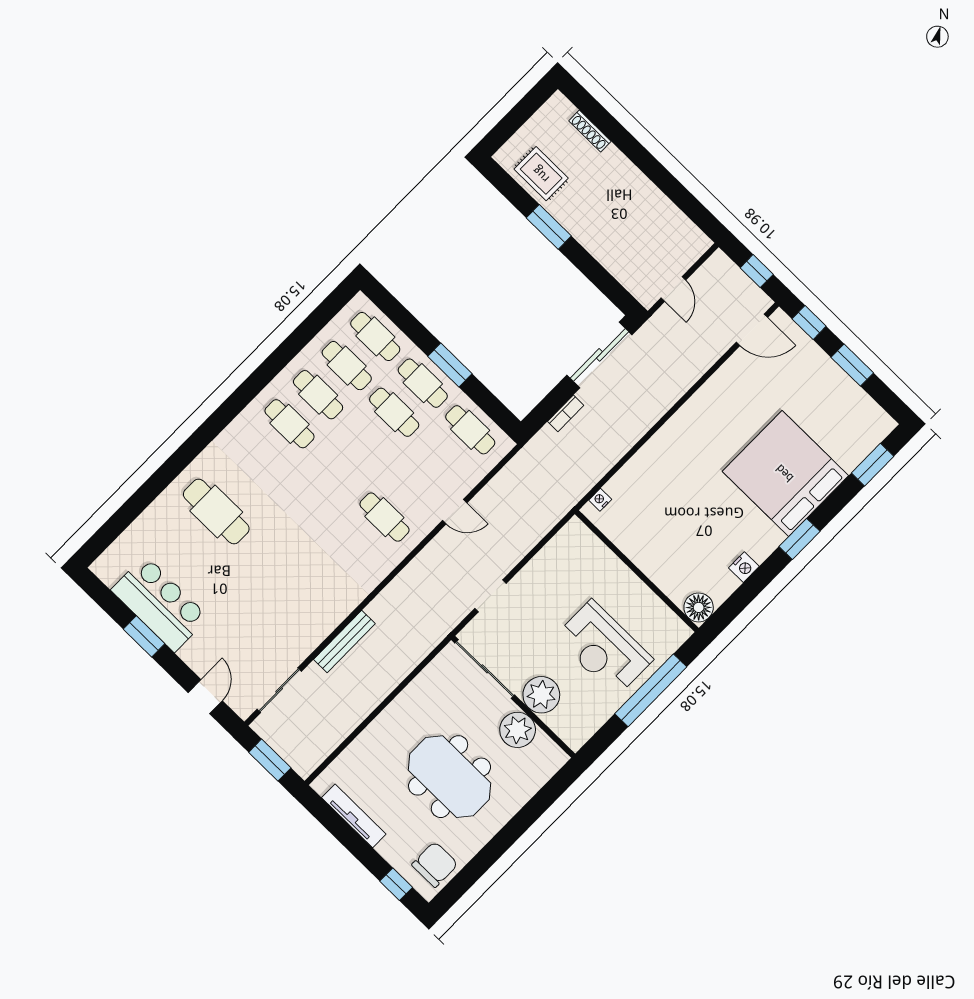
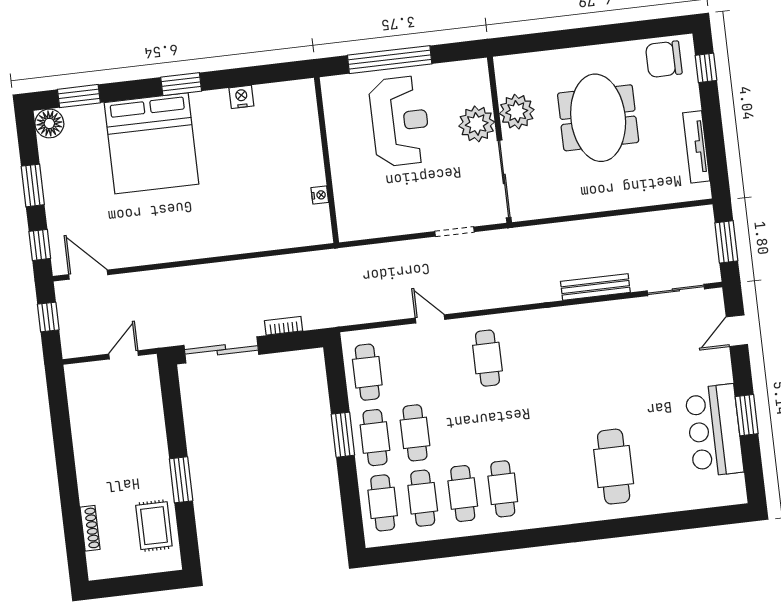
nightstand: (600, 500) -> (320, 195), moved, turned -90
floor lamp: (699, 607) -> (49, 123), moved

